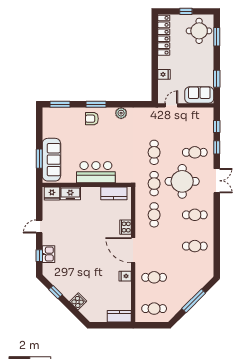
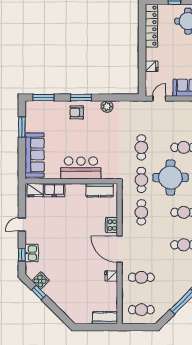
window: (39, 159) -> (22, 127), moved
cooker: (78, 301) -> (41, 281), moved

